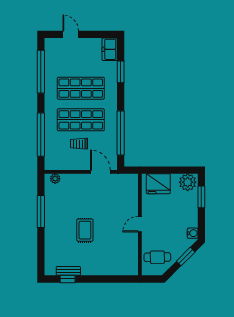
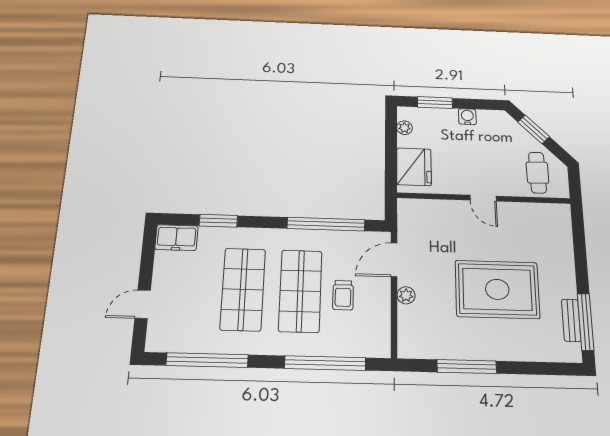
plant: (55, 179) -> (406, 295), moved
plant: (188, 182) -> (404, 128), width x0.53, depth x0.53
rug: (85, 230) -> (497, 289), width x1.86, depth x2.06
water cooler: (193, 233) -> (467, 117), moved
window: (68, 279) -> (586, 322), width x2.17

